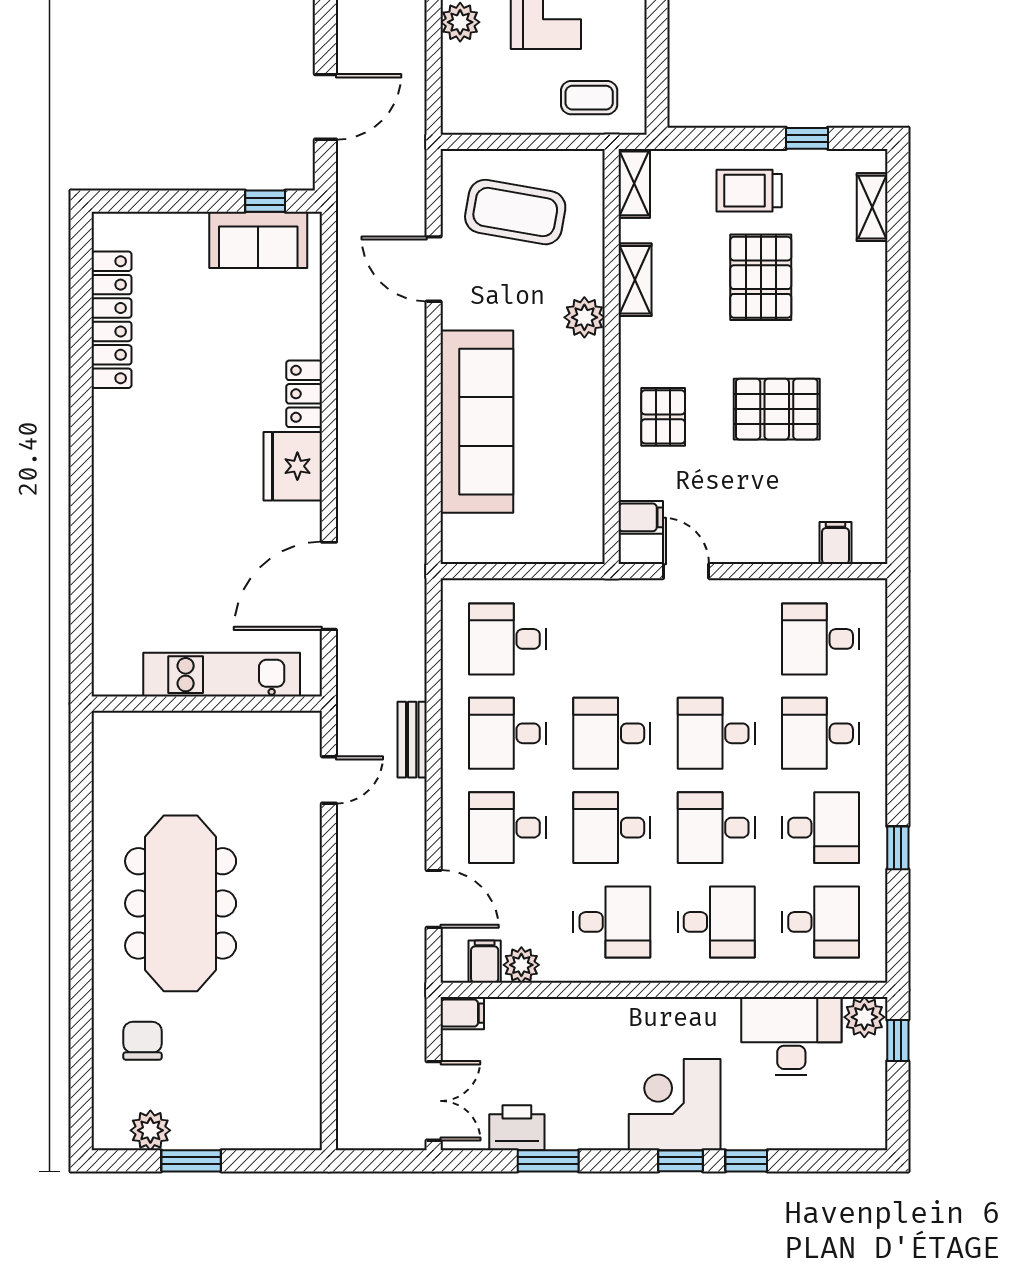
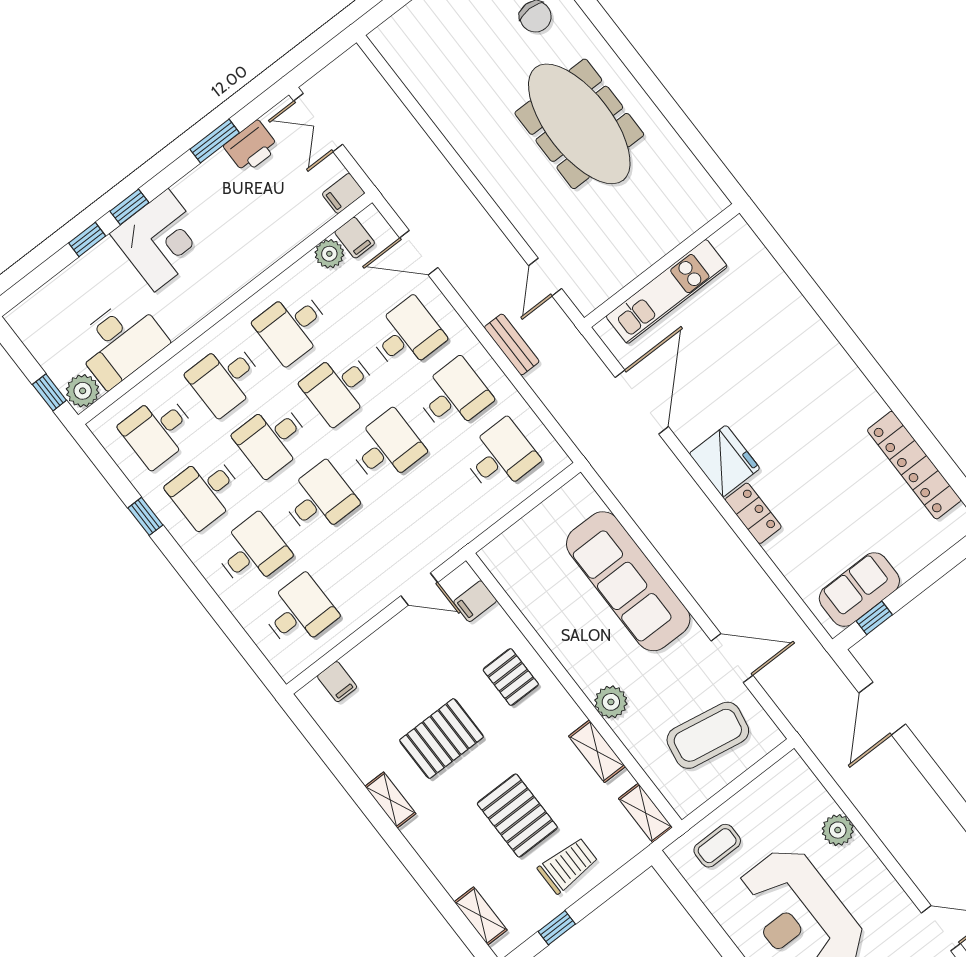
shelving: (873, 388) -> (390, 800), added
desk: (612, 828) -> (339, 387), turned 180
desk: (716, 828) -> (272, 439), turned 180

